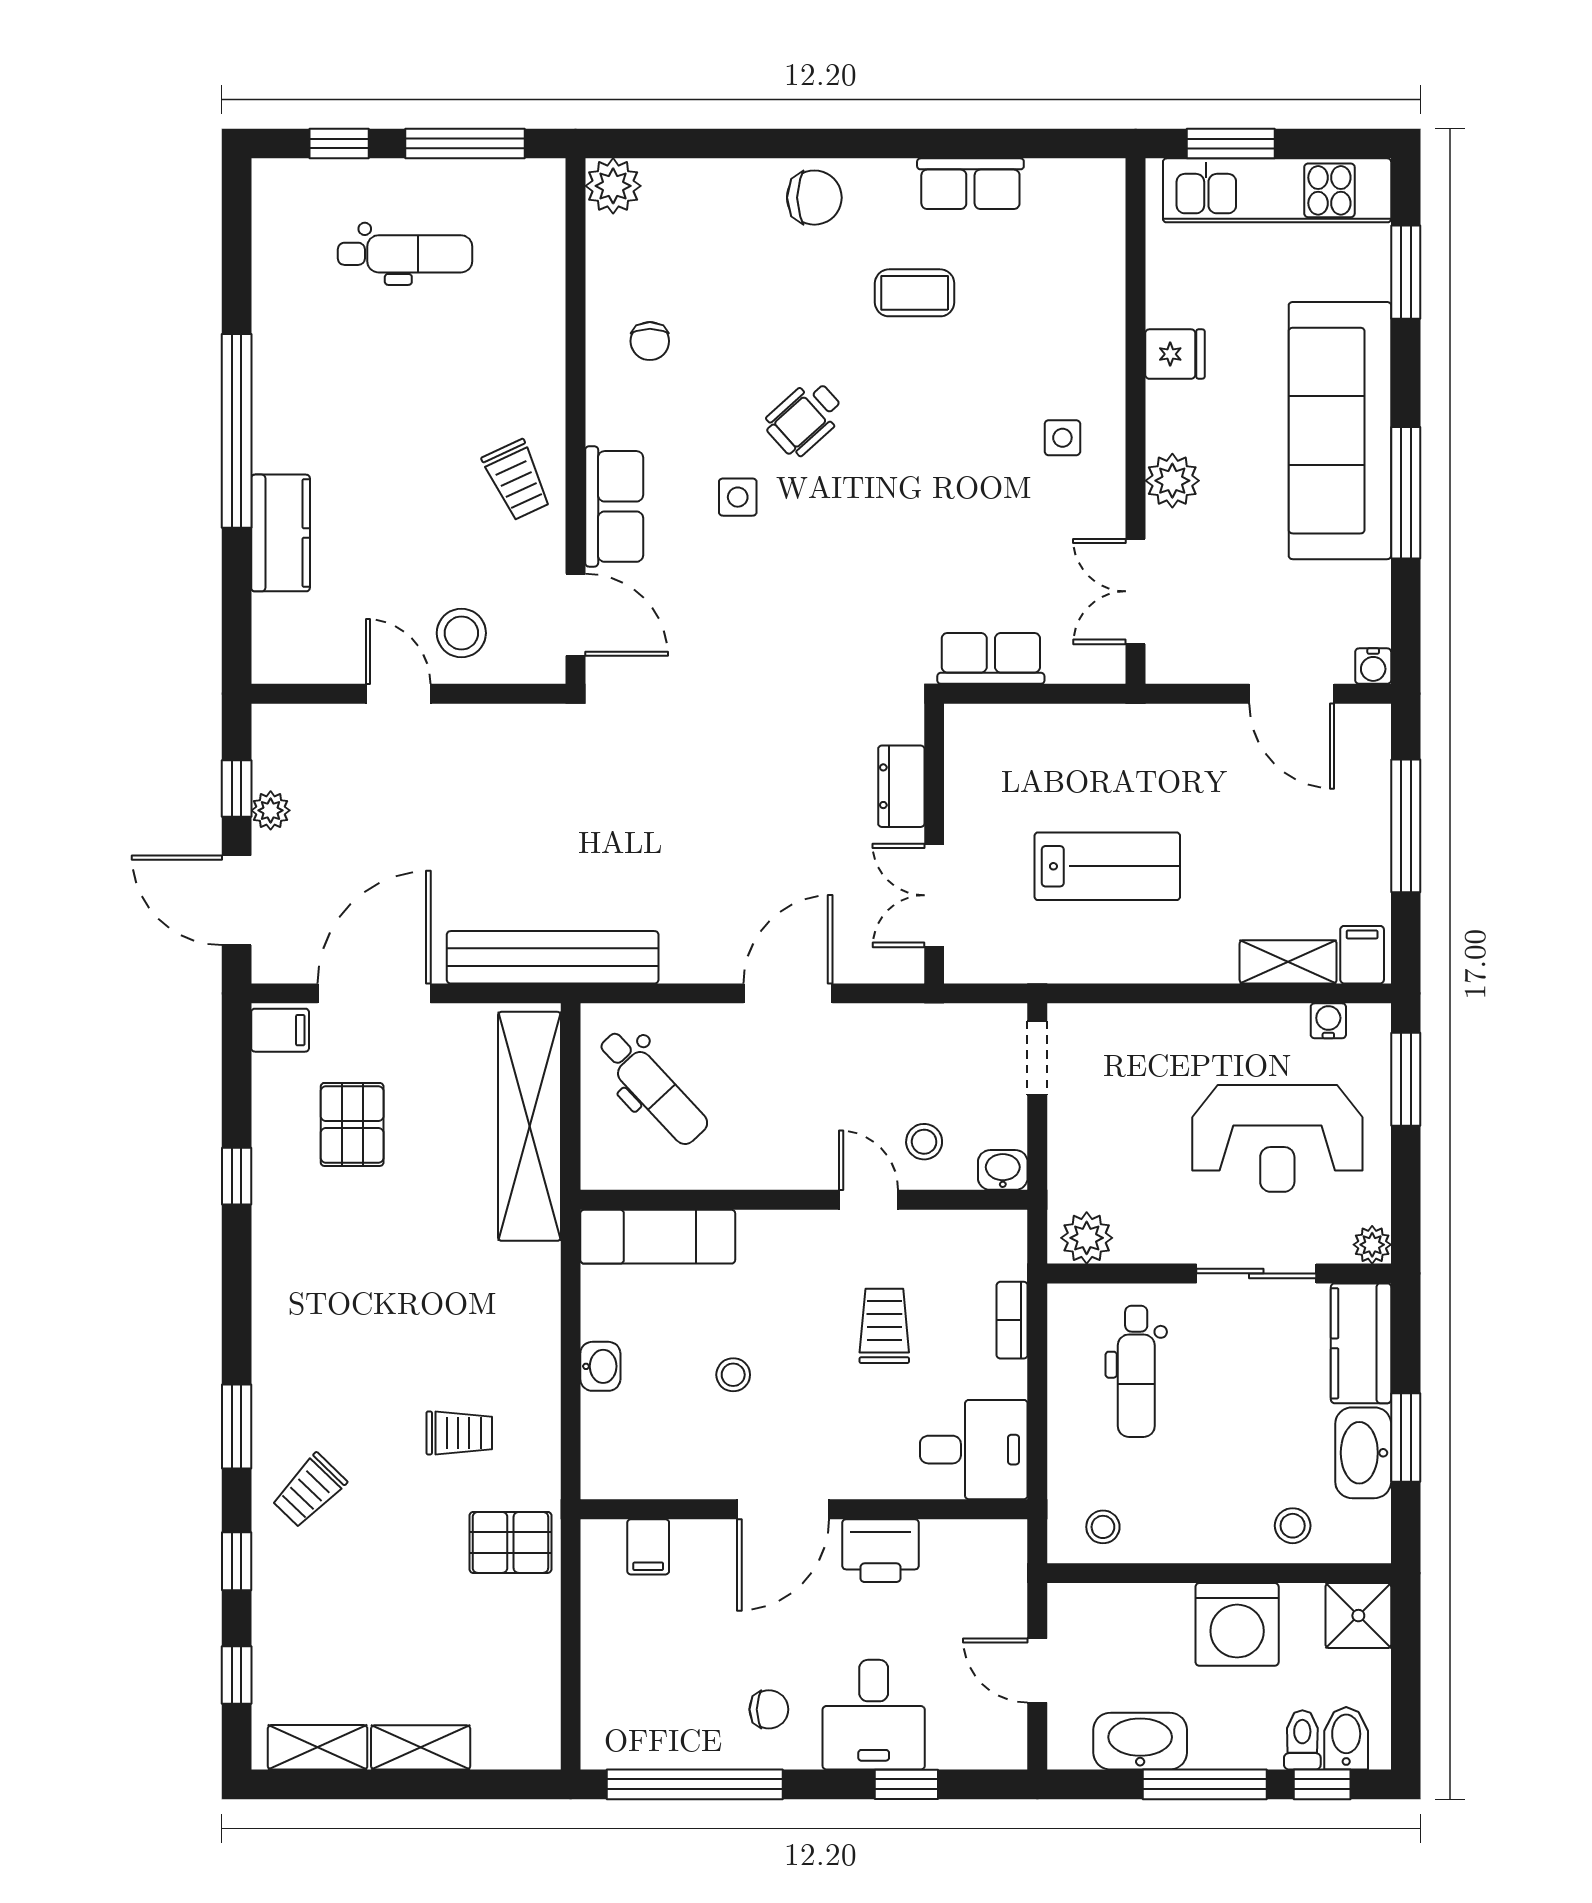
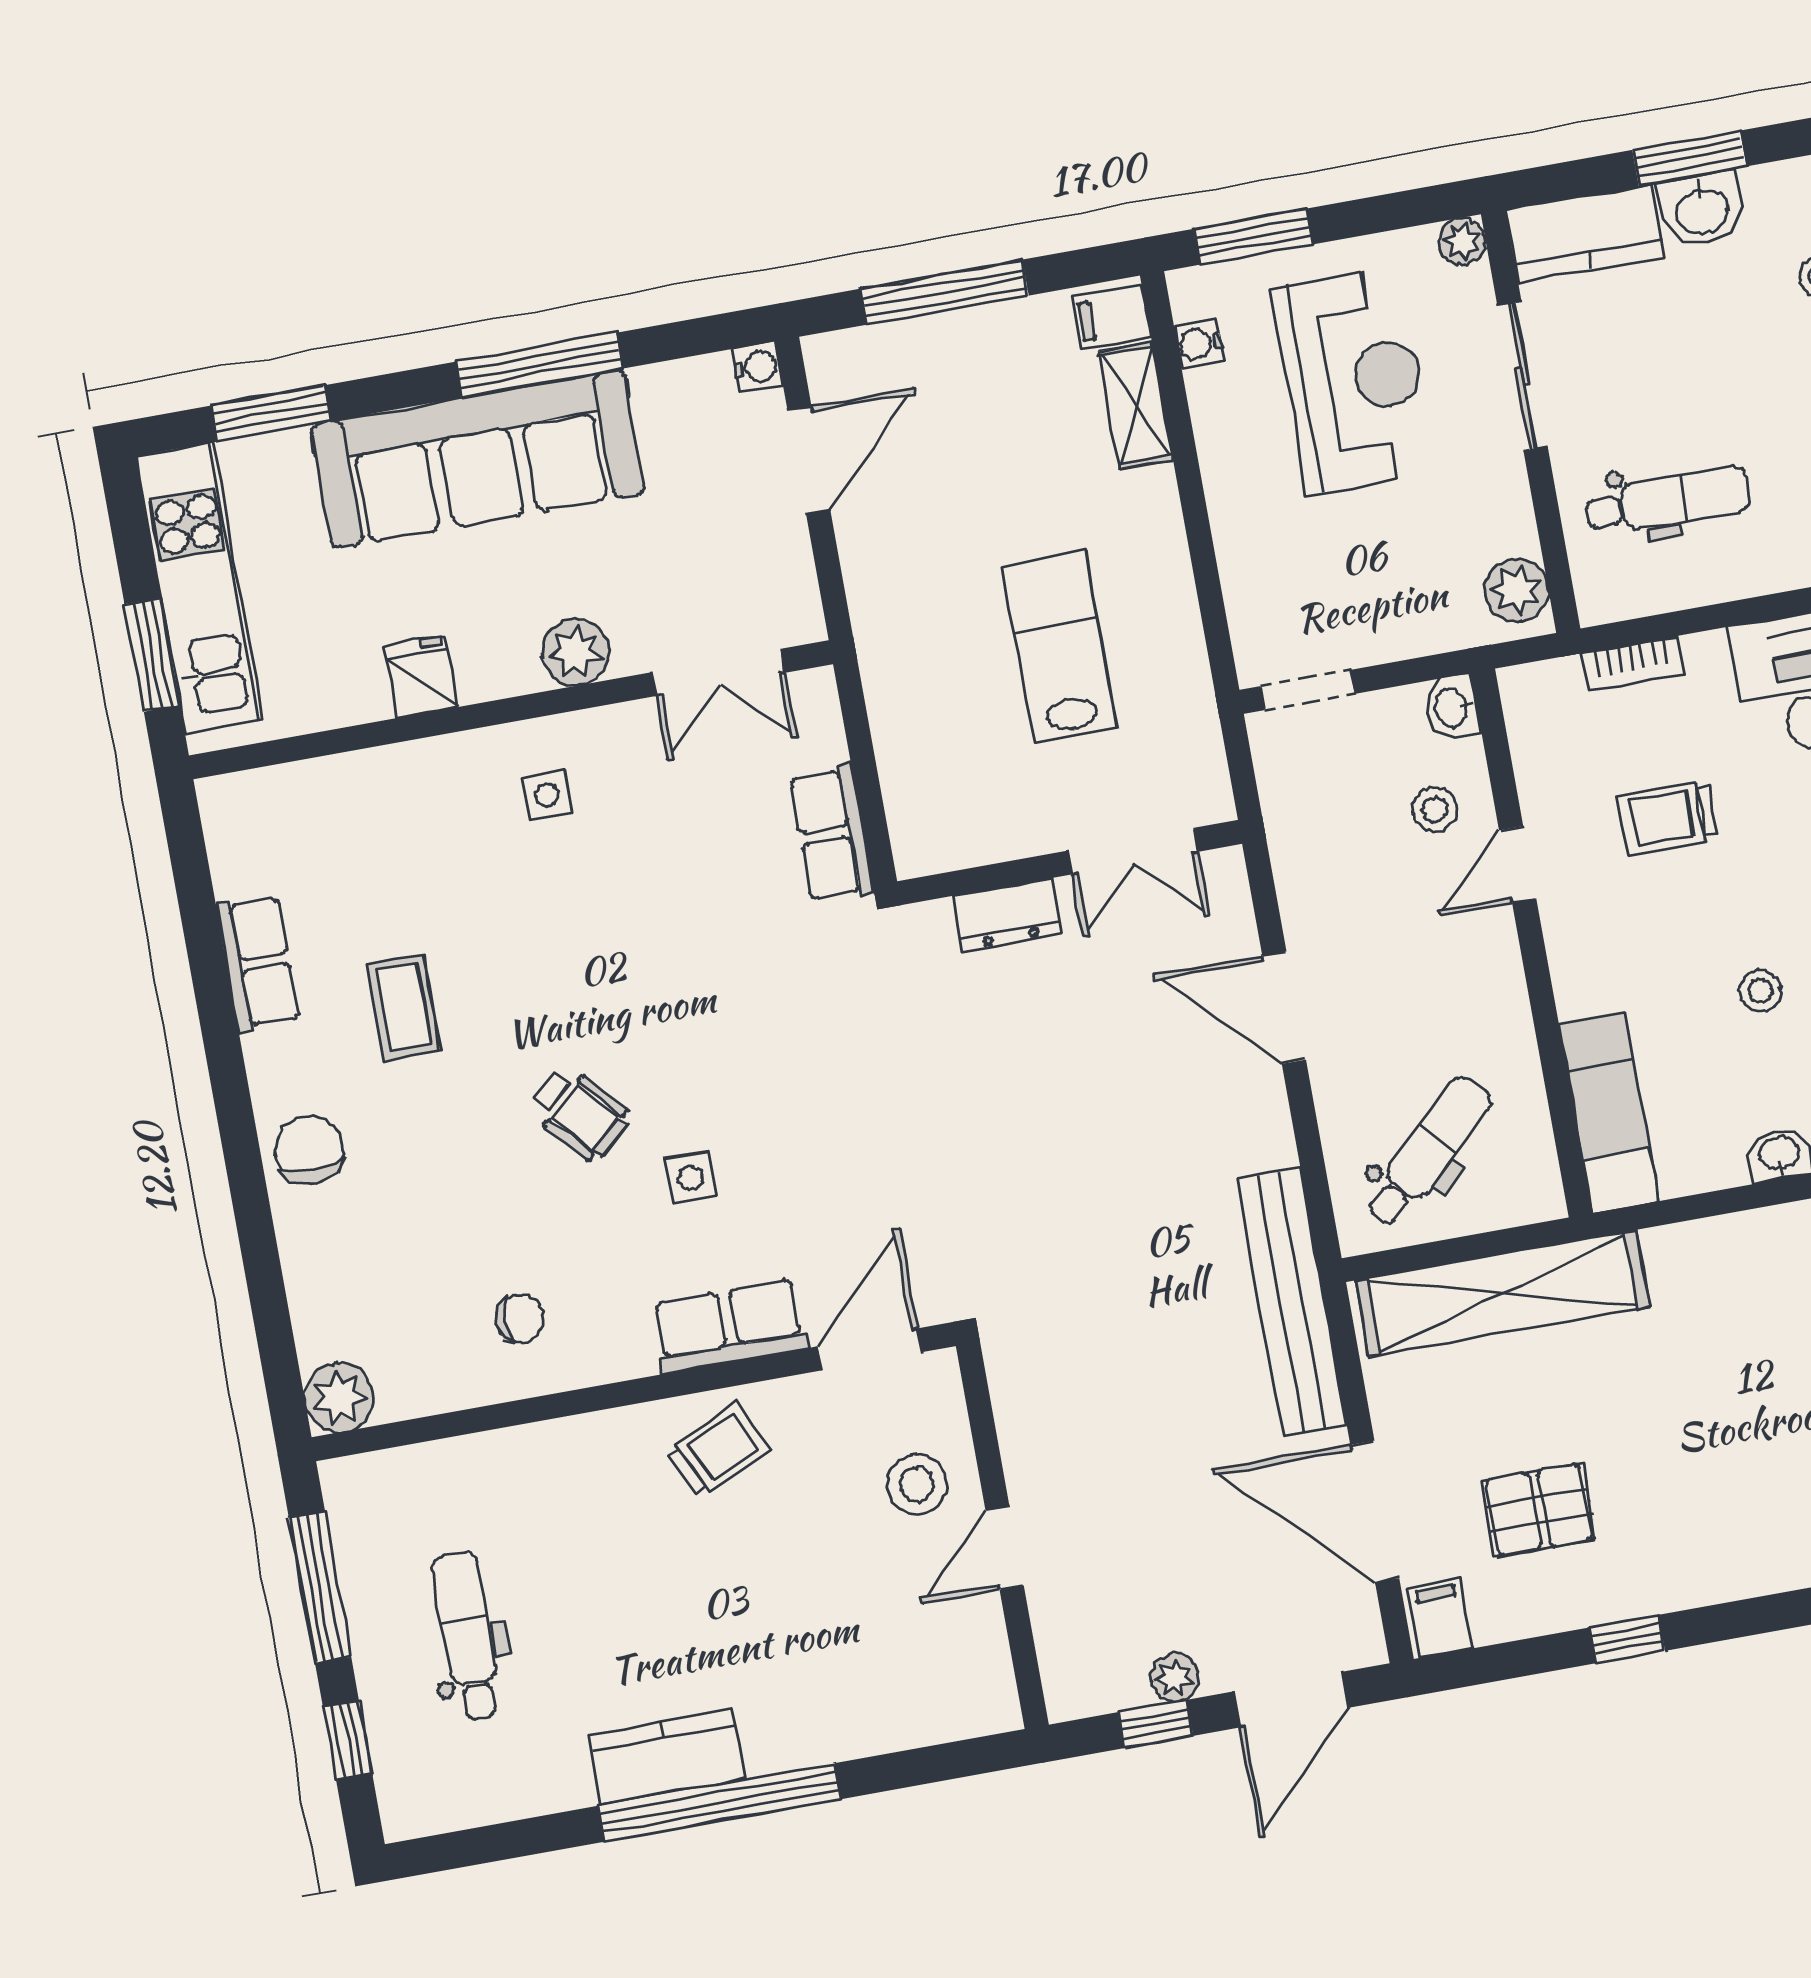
kitchen counter: (281, 533) -> (667, 1757), moved
washbasin: (1363, 1453) -> (1702, 209), width x0.72

